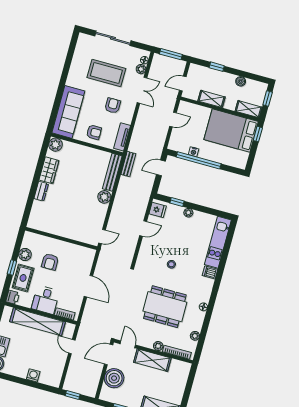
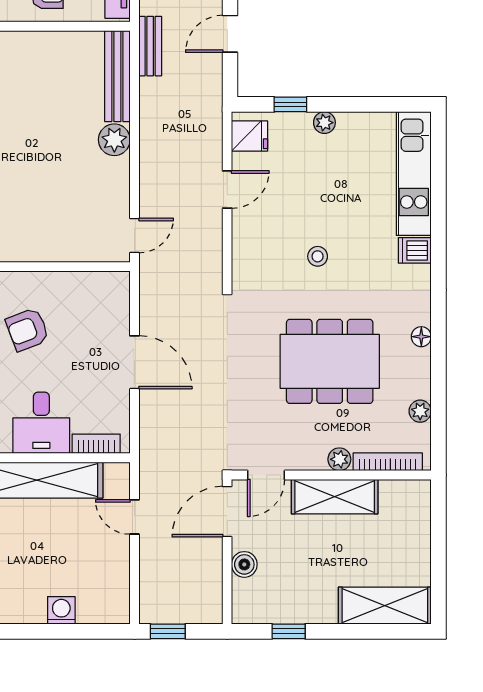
armchair: (50, 262) -> (27, 330), turned 69
door: (128, 344) -> (266, 475), swing flipped
boiler: (114, 378) -> (244, 564), width x0.54, depth x0.54

